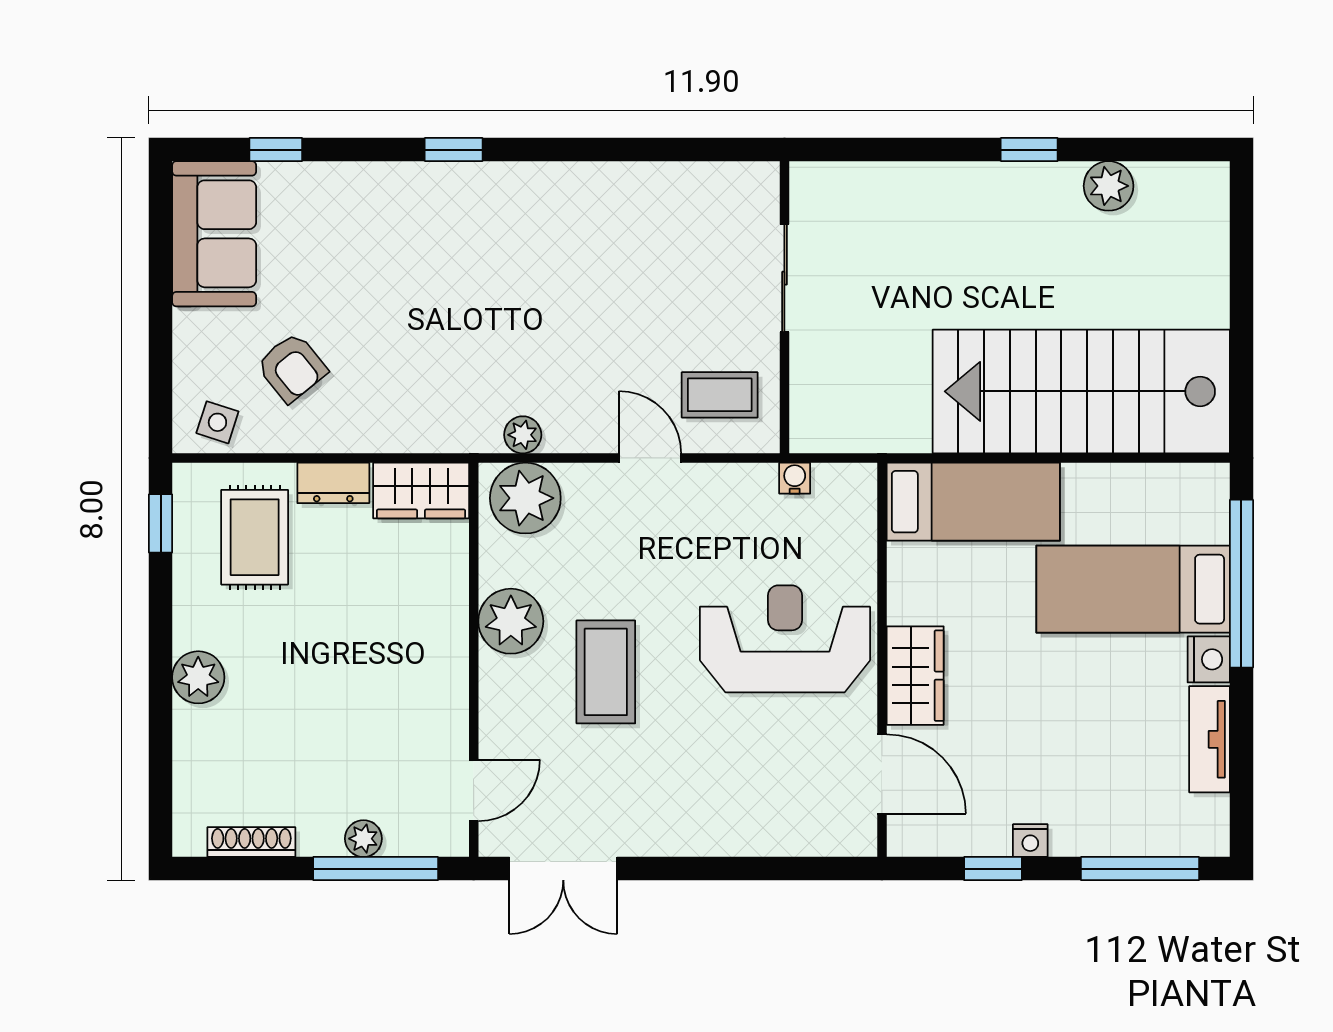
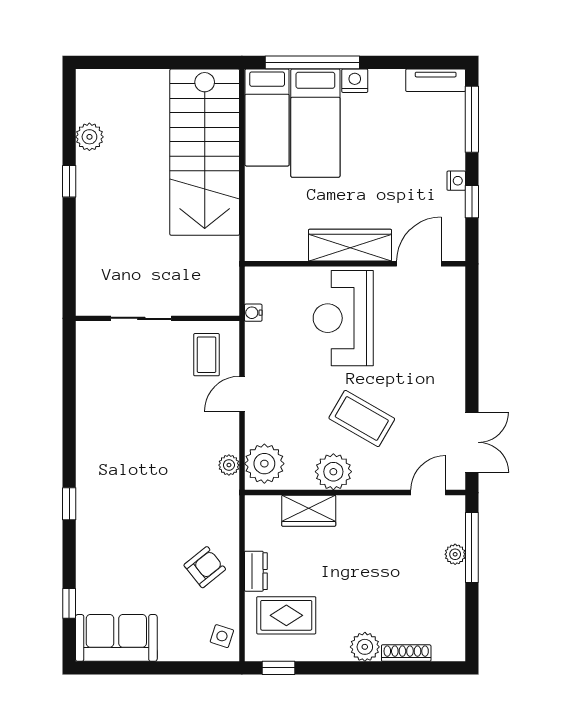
armchair: (292, 368) -> (205, 567), moved
wardrobe: (421, 491) -> (309, 511), moved, turned 90
bed: (973, 502) -> (267, 117), moved, turned 180
coffee table: (606, 672) -> (362, 418), turned 30
wardrobe: (915, 676) -> (350, 245), width x1.50
tv unit: (1210, 739) -> (436, 80), moved
door: (474, 790) -> (428, 493), hinge flipped
shoe rack: (251, 842) -> (406, 653), moved, turned 90

